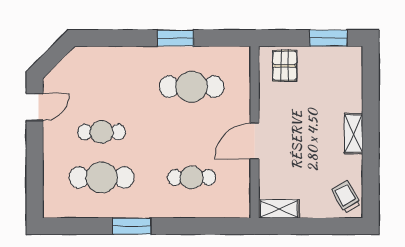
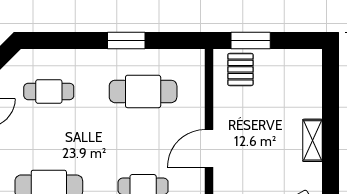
window: (328, 38) -> (251, 40), moved
cafe table: (102, 132) -> (49, 91), moved

